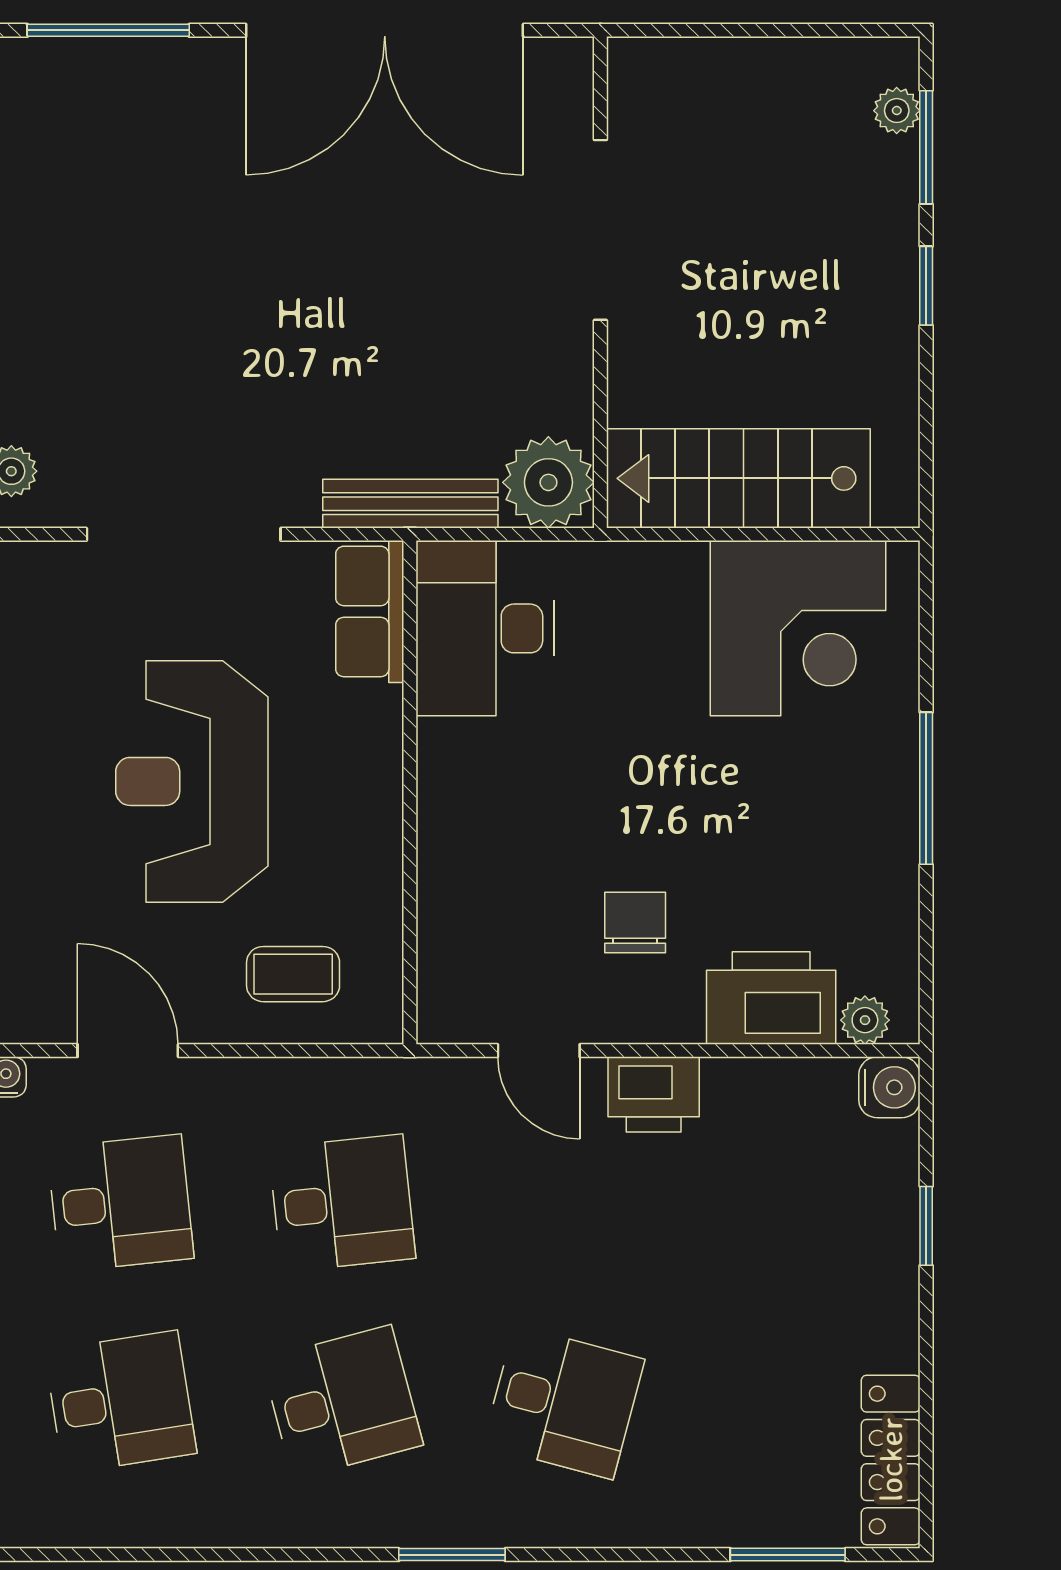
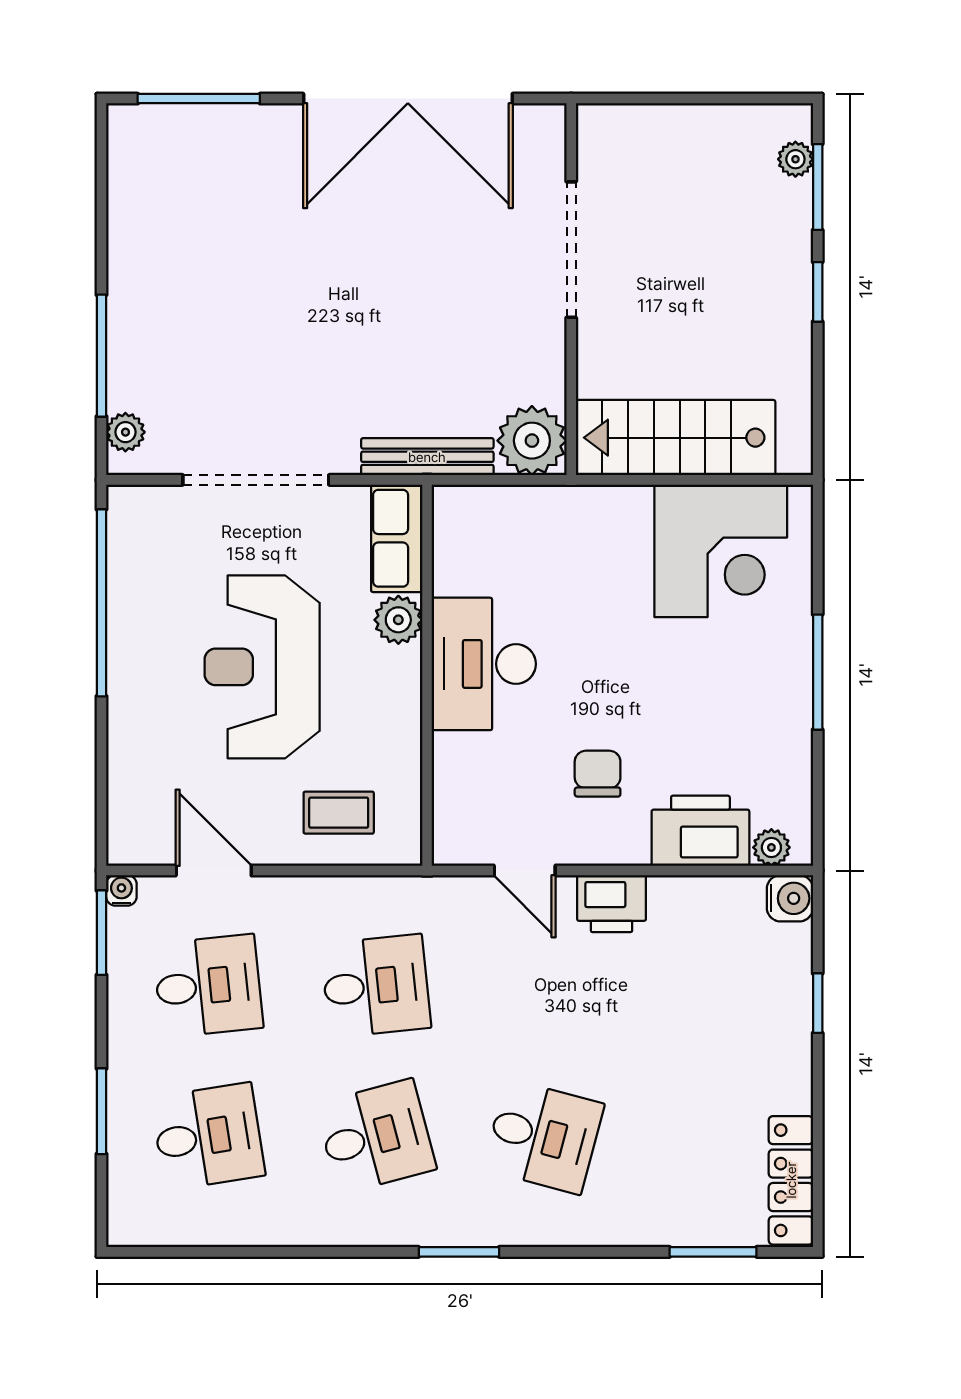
desk: (485, 628) -> (484, 664), moved
plant: (372, 719) -> (398, 620), added

